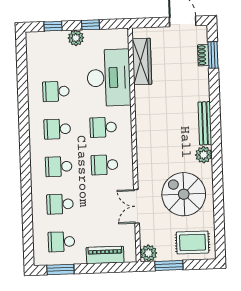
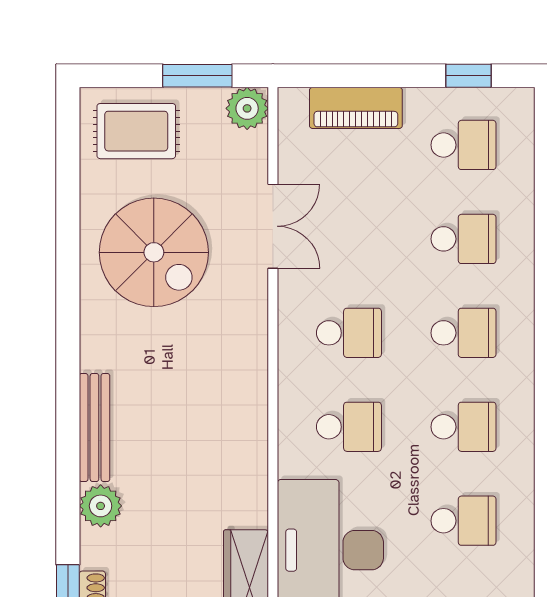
plant: (204, 155) -> (101, 506), moved
window: (60, 269) -> (468, 76), width x0.67

